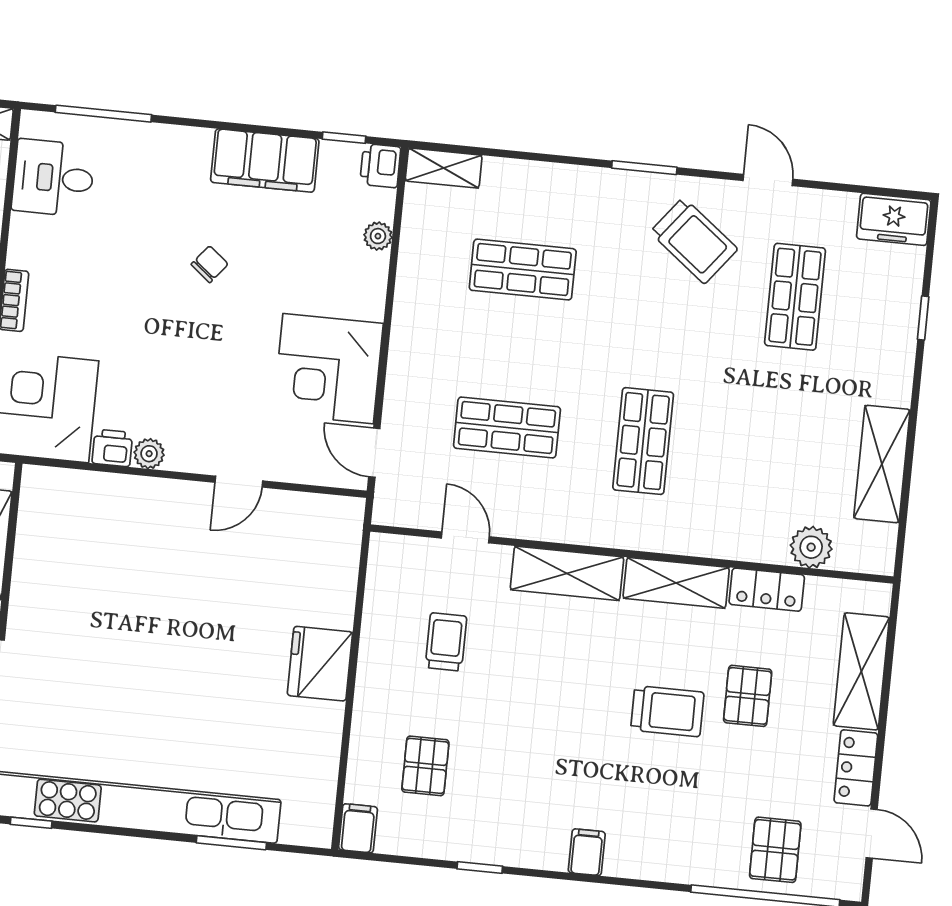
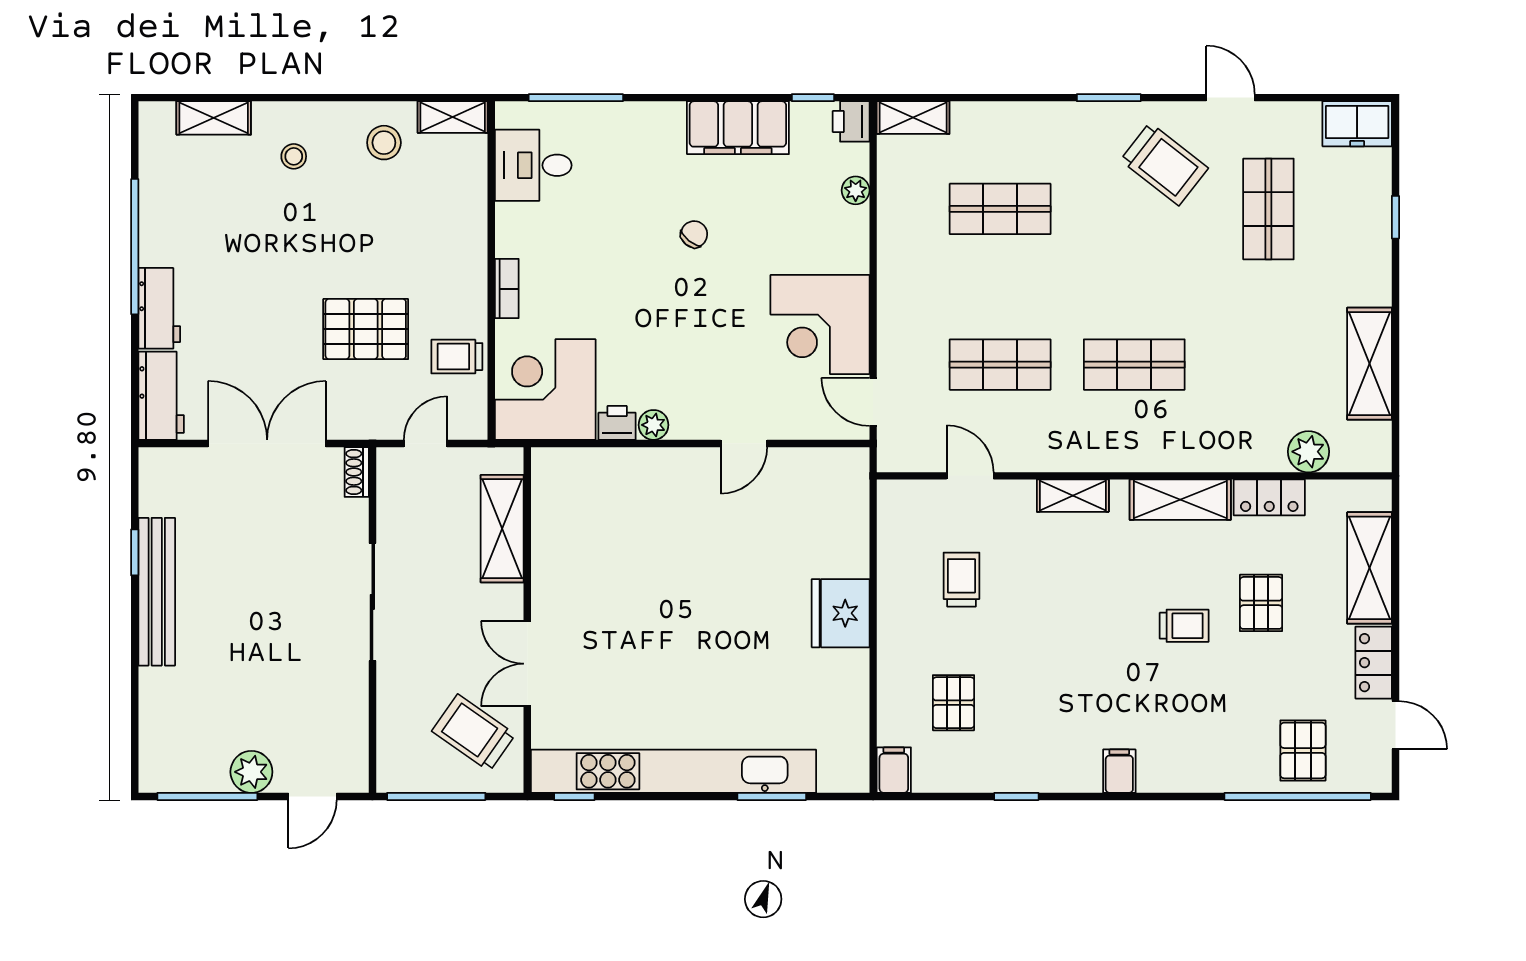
shop shelf: (643, 441) -> (1134, 365), turned 90
shelving: (567, 573) -> (1073, 496), width x0.67, depth x0.75
trolley: (667, 711) -> (1184, 626), width x0.73, depth x0.72

